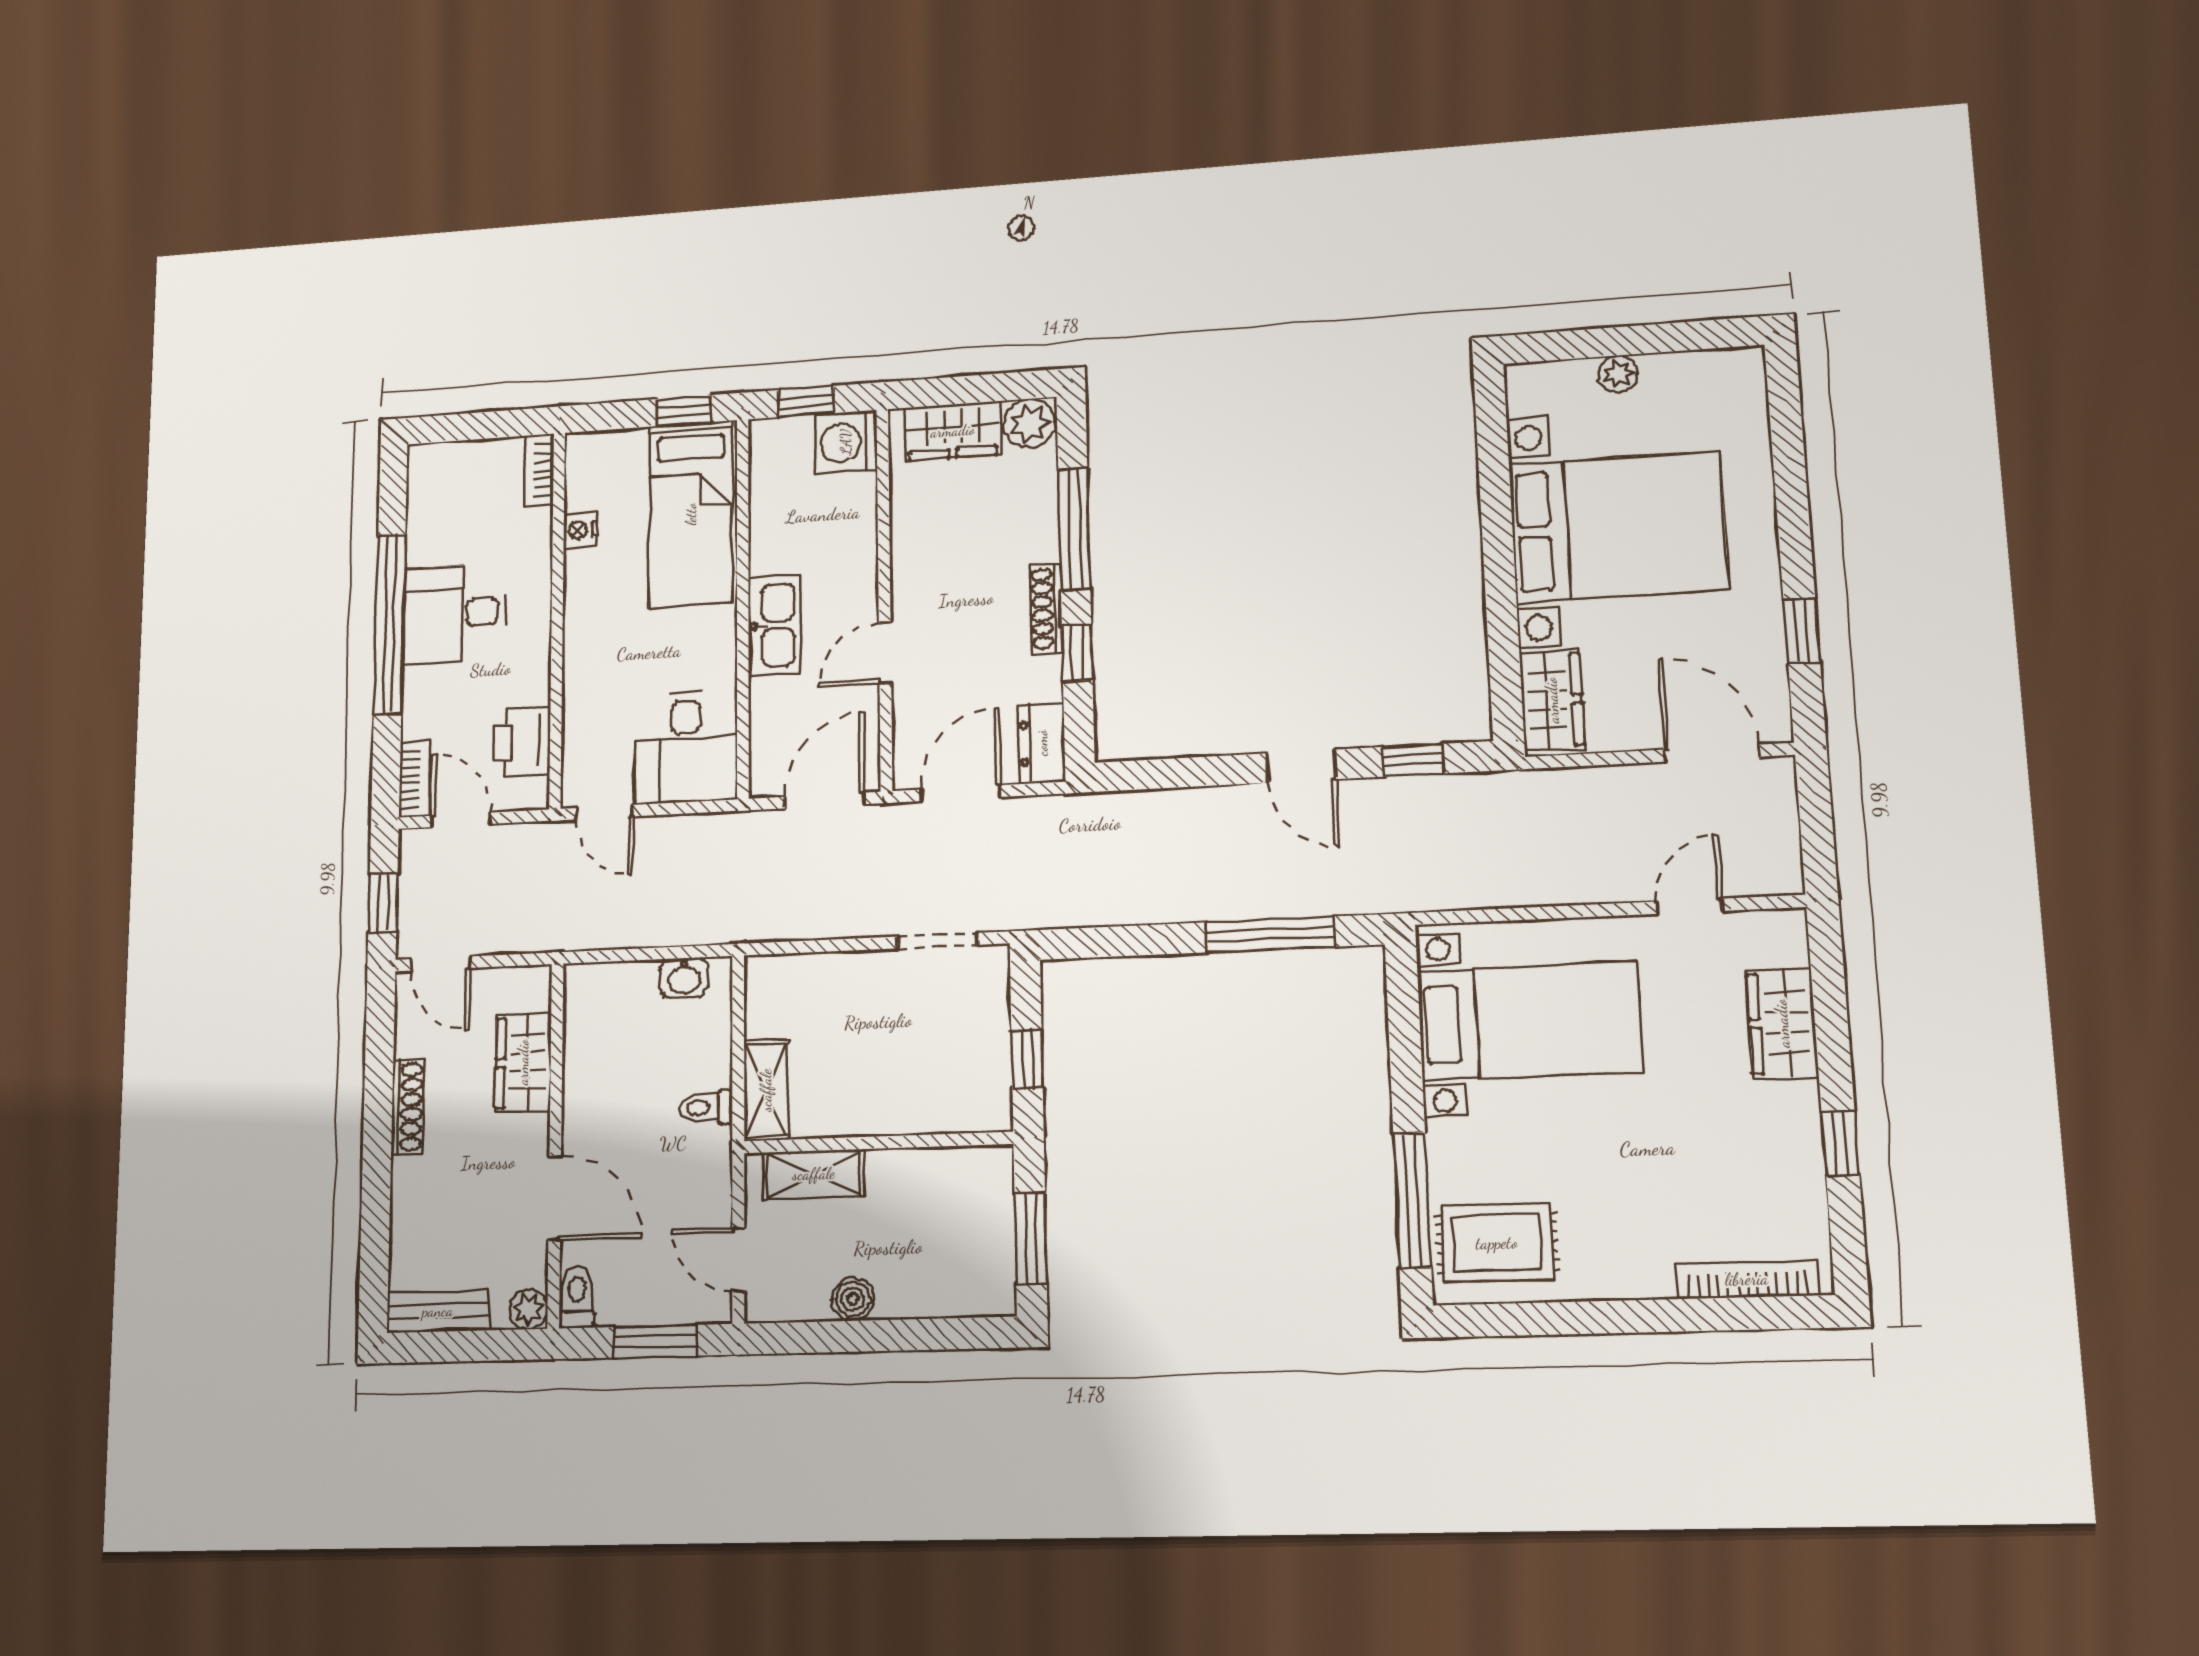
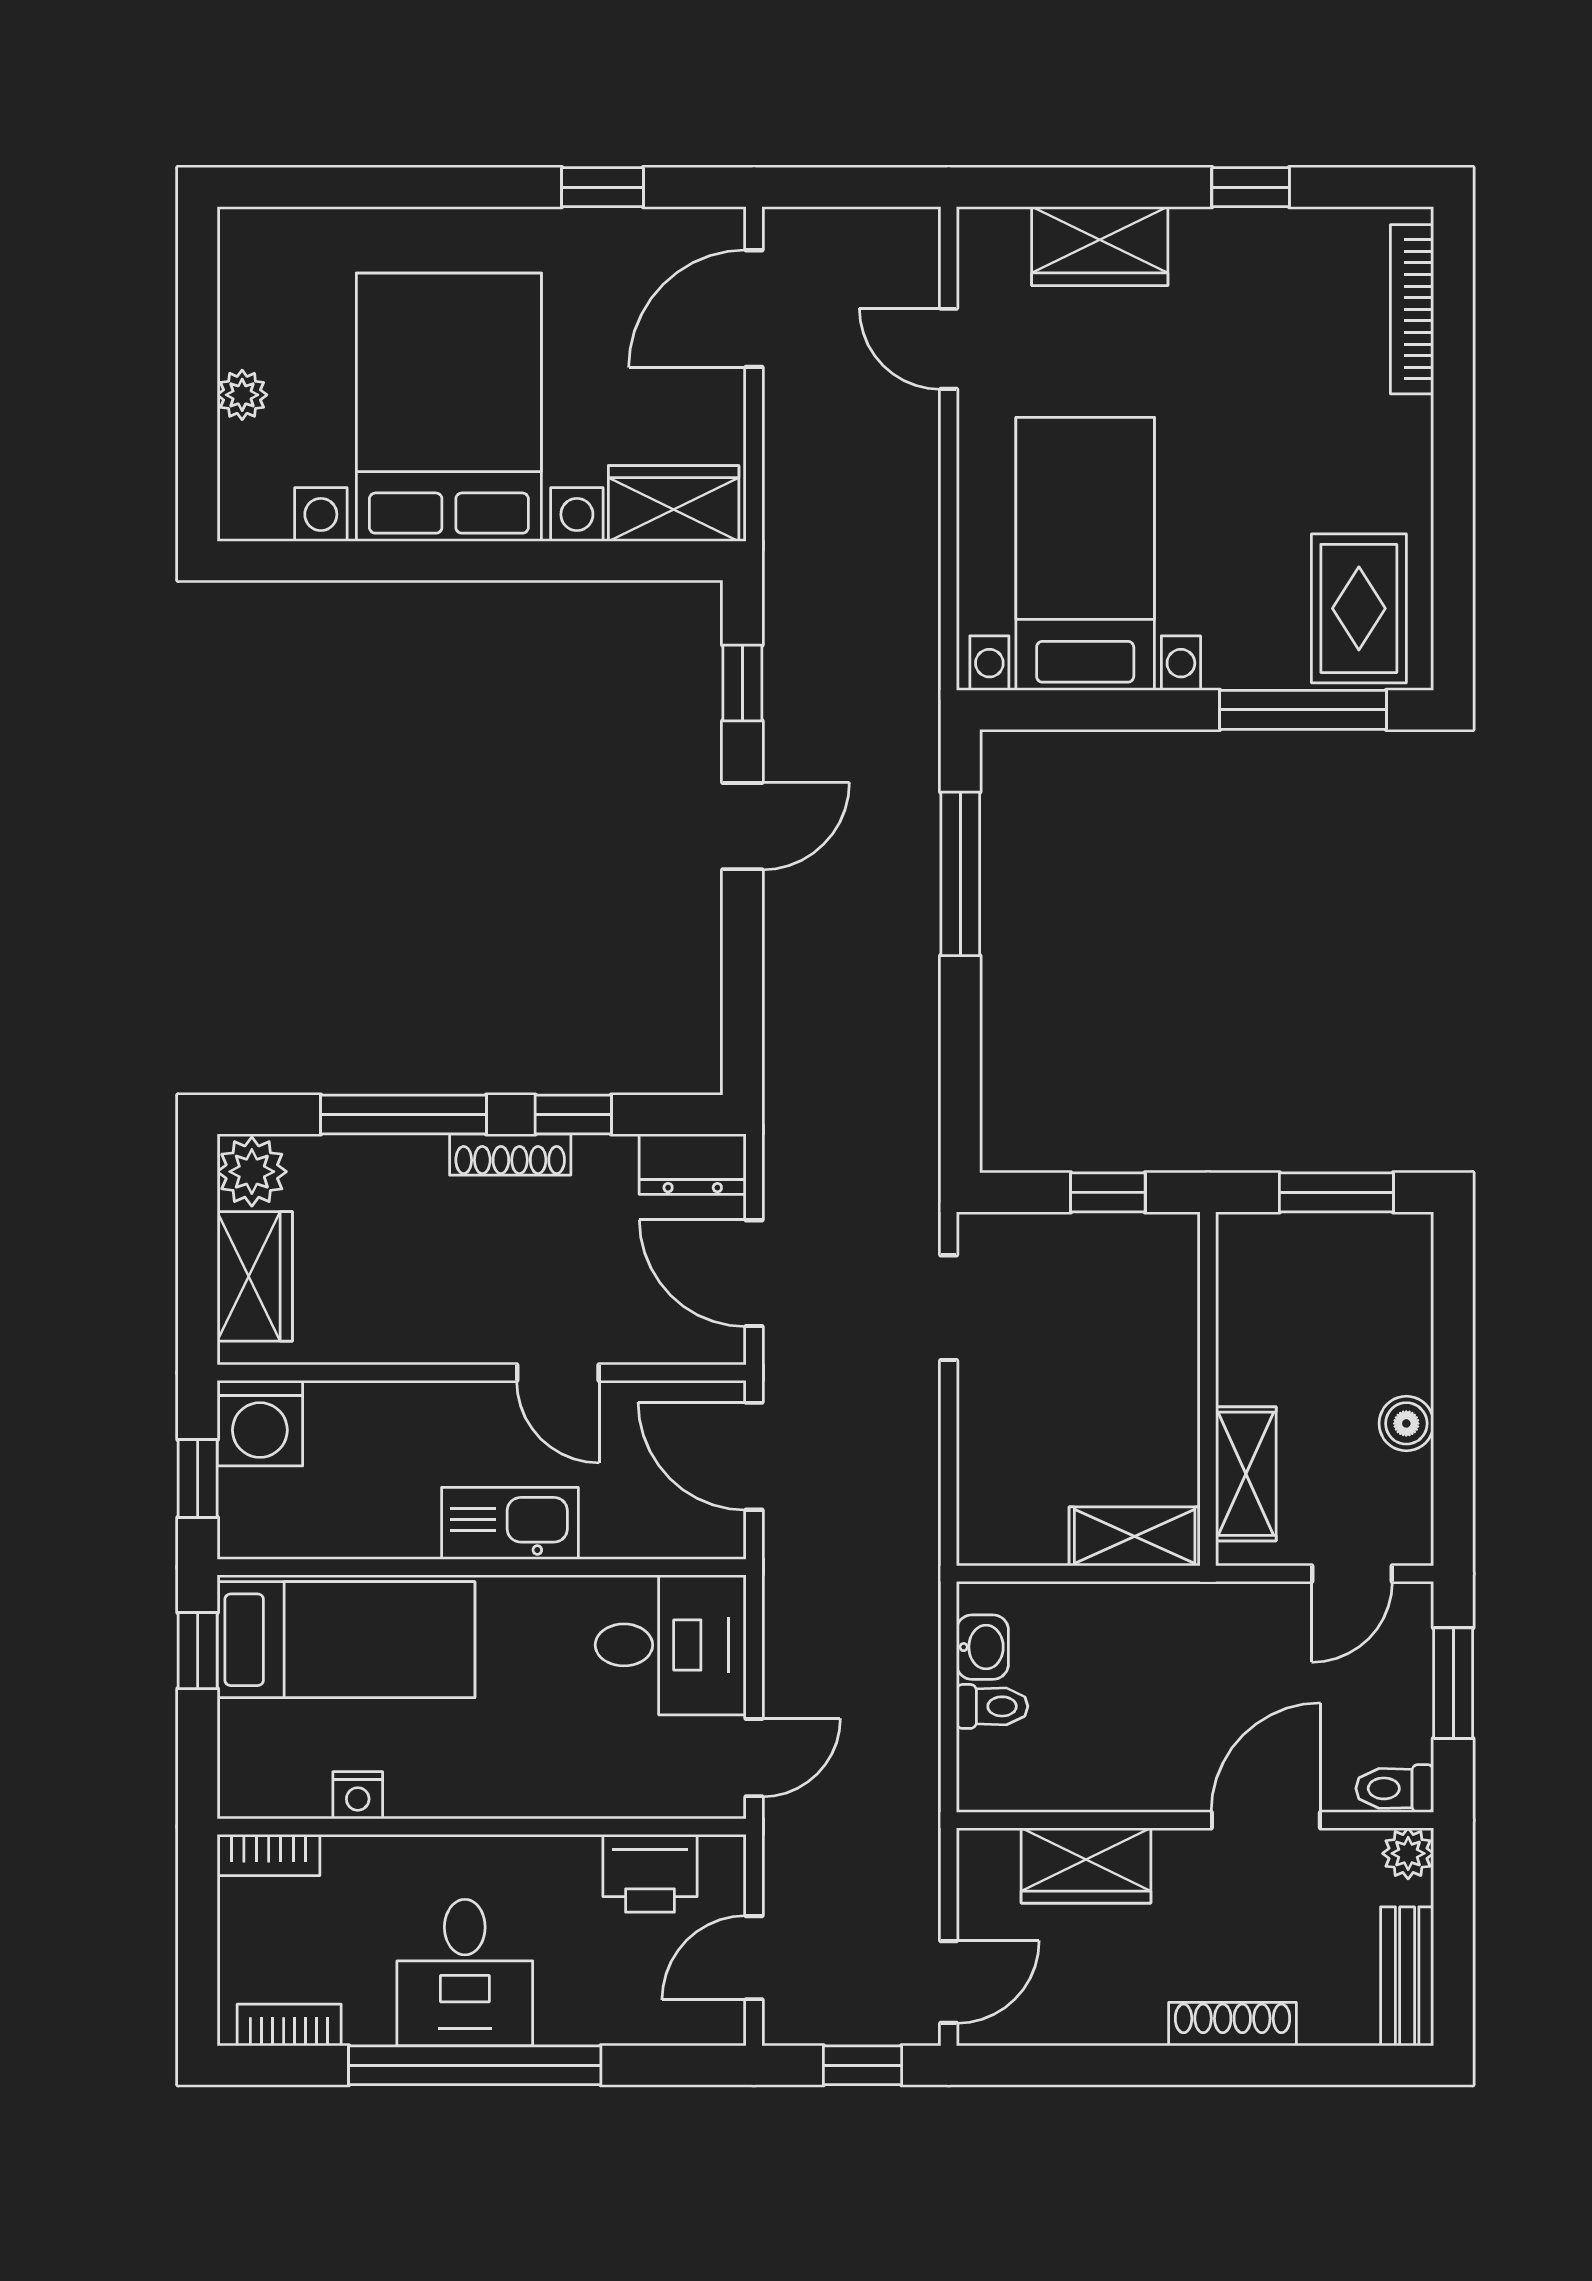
bookcase: (414, 779) -> (289, 2025), moved
shoe rack: (408, 1107) -> (1232, 2024), moved
toilet: (706, 1108) -> (992, 1706), moved, turned -90

